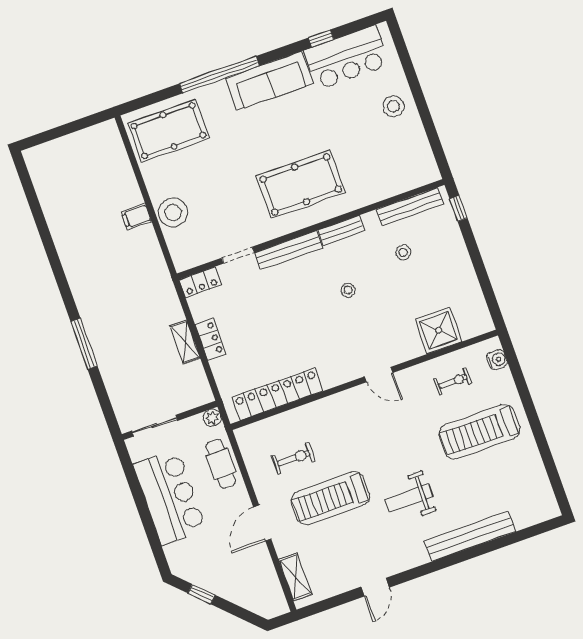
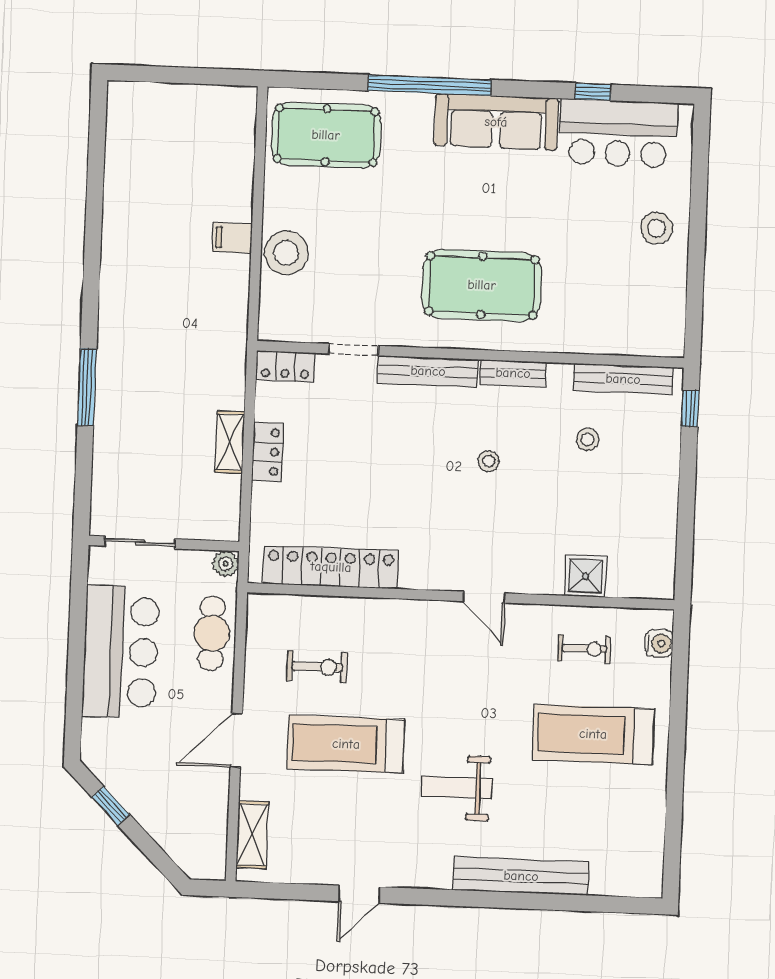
shower: (439, 330) -> (586, 576), width x0.73, depth x0.73

